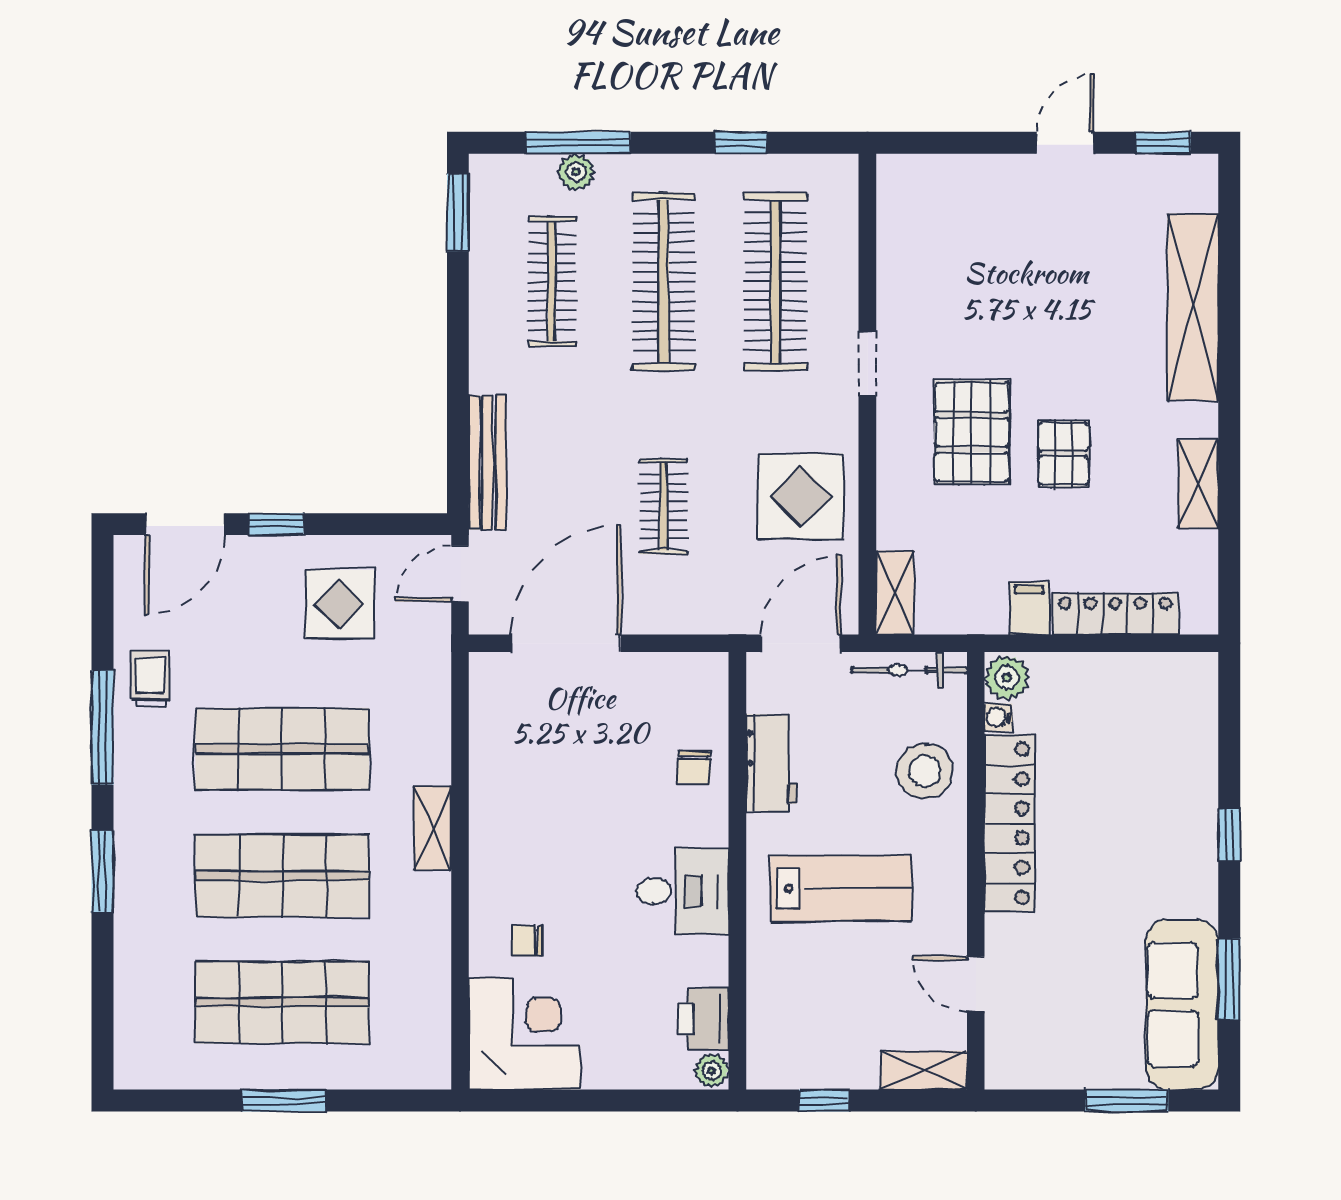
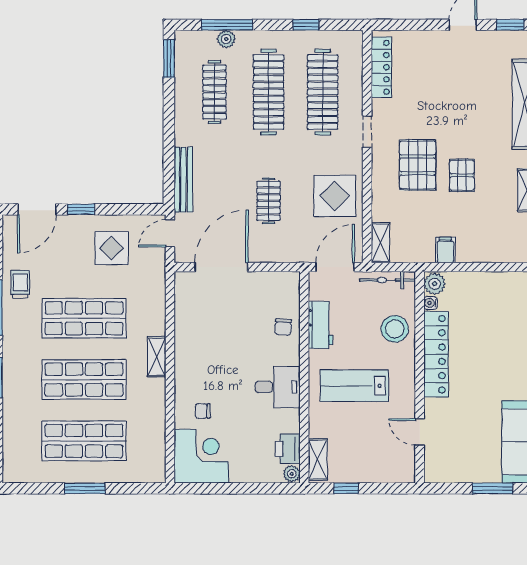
locker: (1115, 614) -> (381, 67), moved, turned 90
lab bench: (841, 888) -> (354, 386), turned 180
shelving: (924, 1070) -> (318, 460), moved, turned 90

